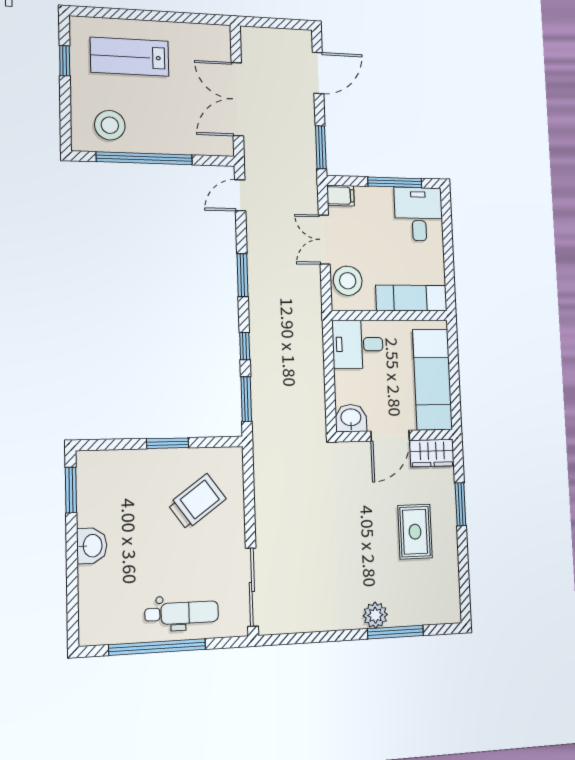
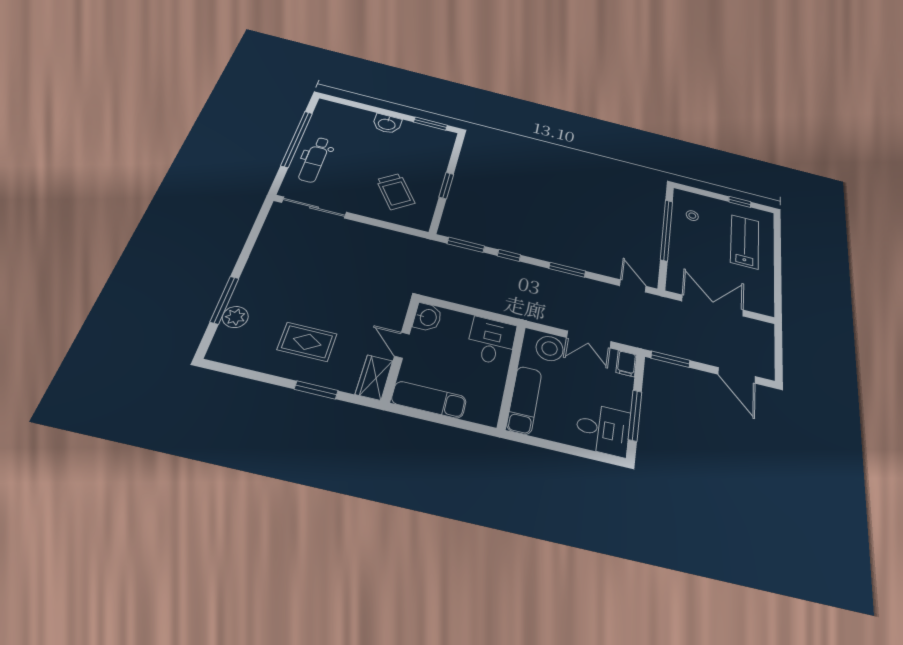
stool: (110, 125) -> (692, 216), width x0.53, depth x0.53
double door: (324, 240) -> (589, 339), swing flipped
exam couch: (432, 380) -> (429, 400), width x0.73, depth x0.69
door: (390, 436) -> (402, 345), width x0.73
plant: (375, 615) -> (235, 317), moved

